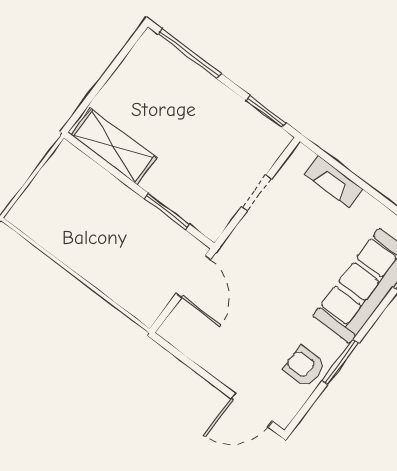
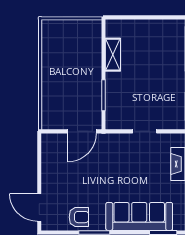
shelving: (114, 146) -> (113, 55), width x0.67, depth x0.75
armchair: (304, 367) -> (79, 217), turned 90

